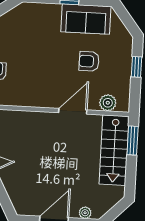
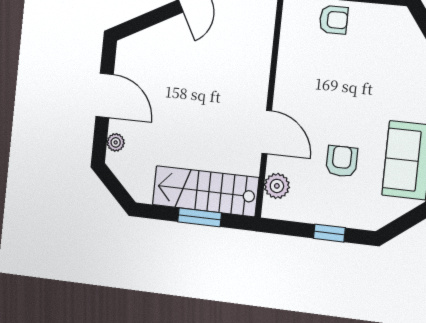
window: (133, 140) -> (199, 217), moved

